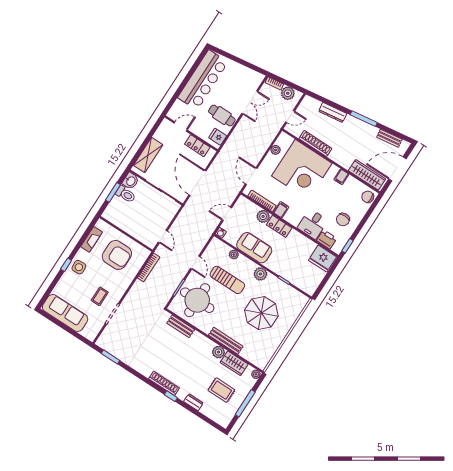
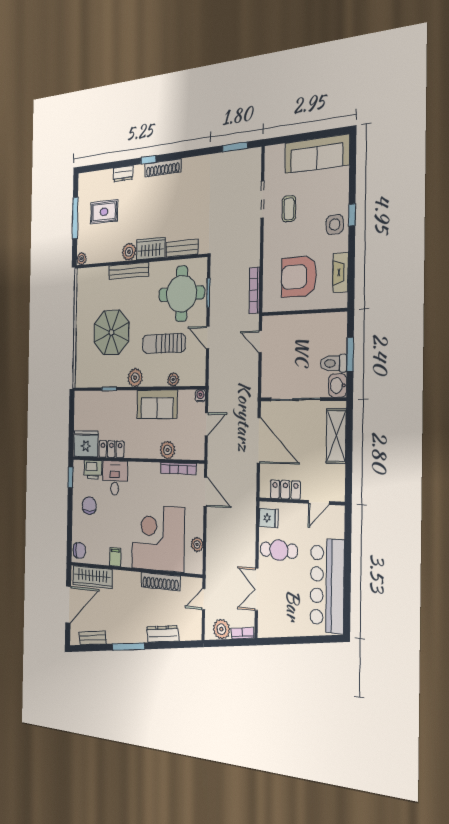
filing cabinet: (281, 210) -> (154, 472), removed
locker: (279, 226) -> (111, 449), moved
wardrobe: (234, 363) -> (151, 248), moved

